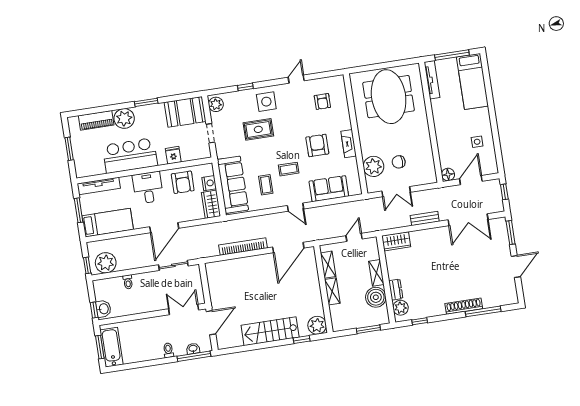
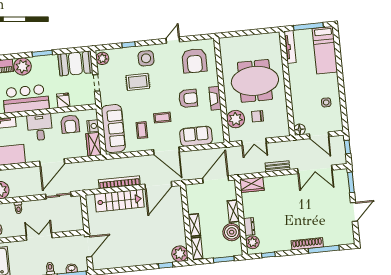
meeting table: (389, 97) -> (255, 81), moved, turned 90
armchair: (322, 101) -> (194, 61), width x1.88, depth x1.88
armchair: (317, 145) -> (188, 98), turned 90
door: (471, 180) -> (319, 135), swing flipped
door: (296, 207) -> (166, 151), width x1.87
door: (354, 237) -> (216, 179), width x1.88
shelving: (328, 265) -> (197, 248), moved
double door: (184, 309) -> (39, 237), moved
stairs: (270, 331) -> (119, 201), moved, turned 180

